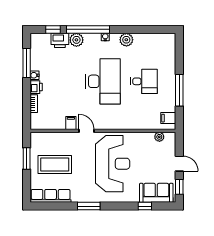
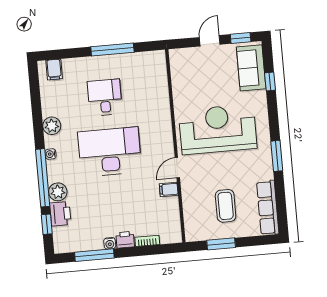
filing cabinet: (168, 118) -> (54, 70), moved
plant: (159, 137) -> (177, 71), removed
coffee table: (55, 164) -> (226, 206), width x0.73, depth x0.76

